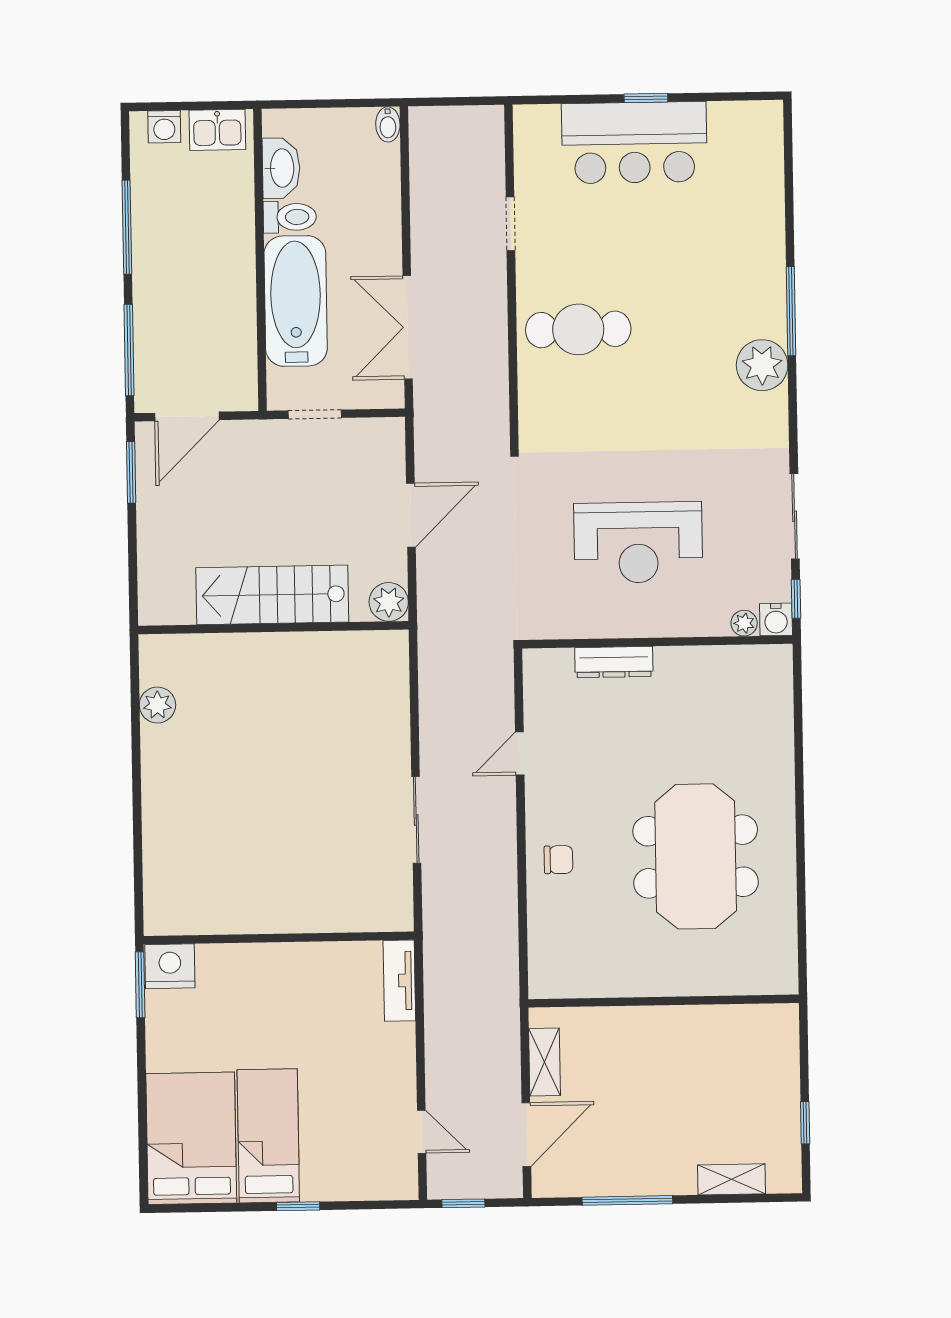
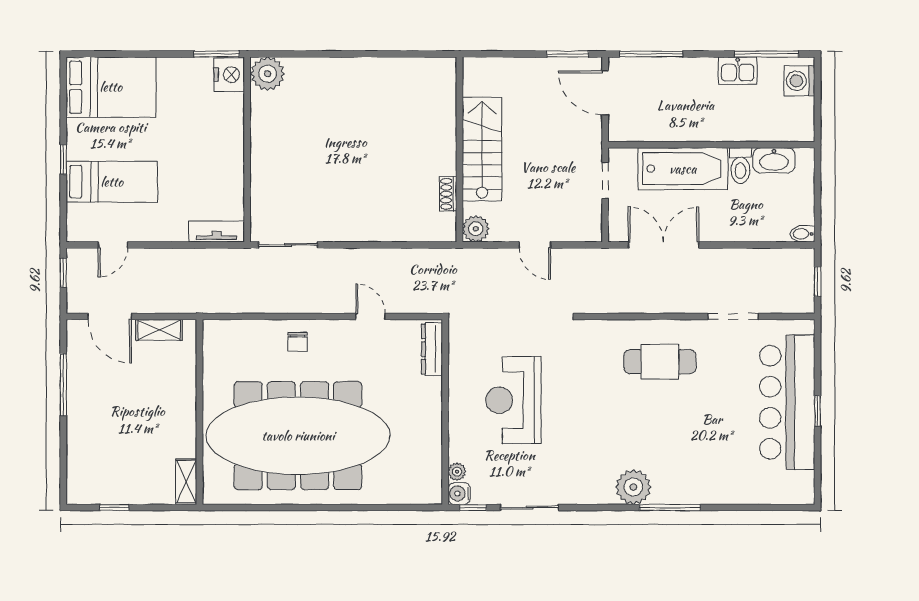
window: (457, 101) -> (818, 282), added
washing machine: (164, 127) -> (799, 81), width x1.38, depth x1.38
kitchen sink: (217, 130) -> (738, 71), moved, turned -90
bar counter: (634, 143) -> (787, 402), width x1.36
doorway: (510, 224) -> (733, 317), width x1.38
window: (127, 227) -> (766, 54), moved
cafe table: (578, 329) -> (660, 362), turned 90
door: (411, 515) -> (535, 245), width x0.73
shoe rack: (338, 643) -> (448, 194), added
dresser: (614, 662) -> (432, 349), moved
plant: (157, 705) -> (268, 74), moved, width x1.36, depth x1.36
sliding door: (416, 820) -> (288, 245), moved
meeting table: (696, 856) -> (298, 436), width x1.86, depth x1.27
bed: (268, 1136) -> (112, 182), moved
shelving: (731, 1179) -> (186, 482), moved

